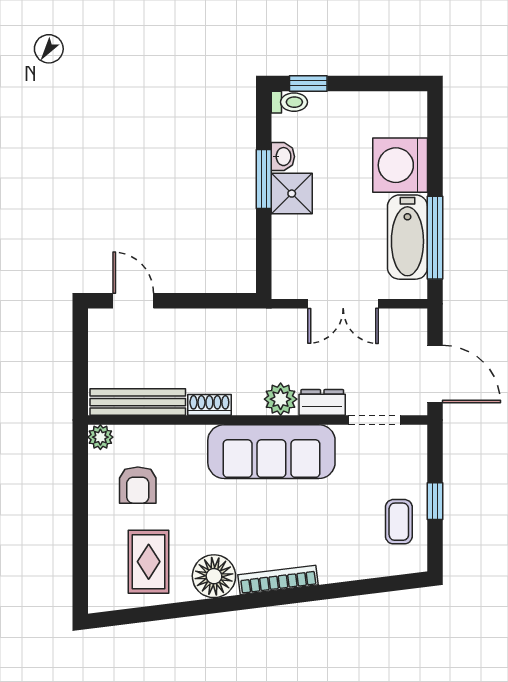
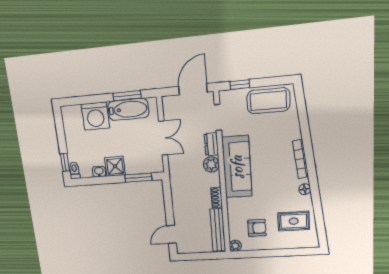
window: (264, 179) -> (138, 178), moved
window: (435, 238) -> (127, 96), width x0.69
window: (435, 501) -> (240, 85), moved
coffee table: (399, 522) -> (268, 101), width x1.86, depth x1.72
floor lamp: (214, 576) -> (305, 189), width x0.53, depth x0.53

